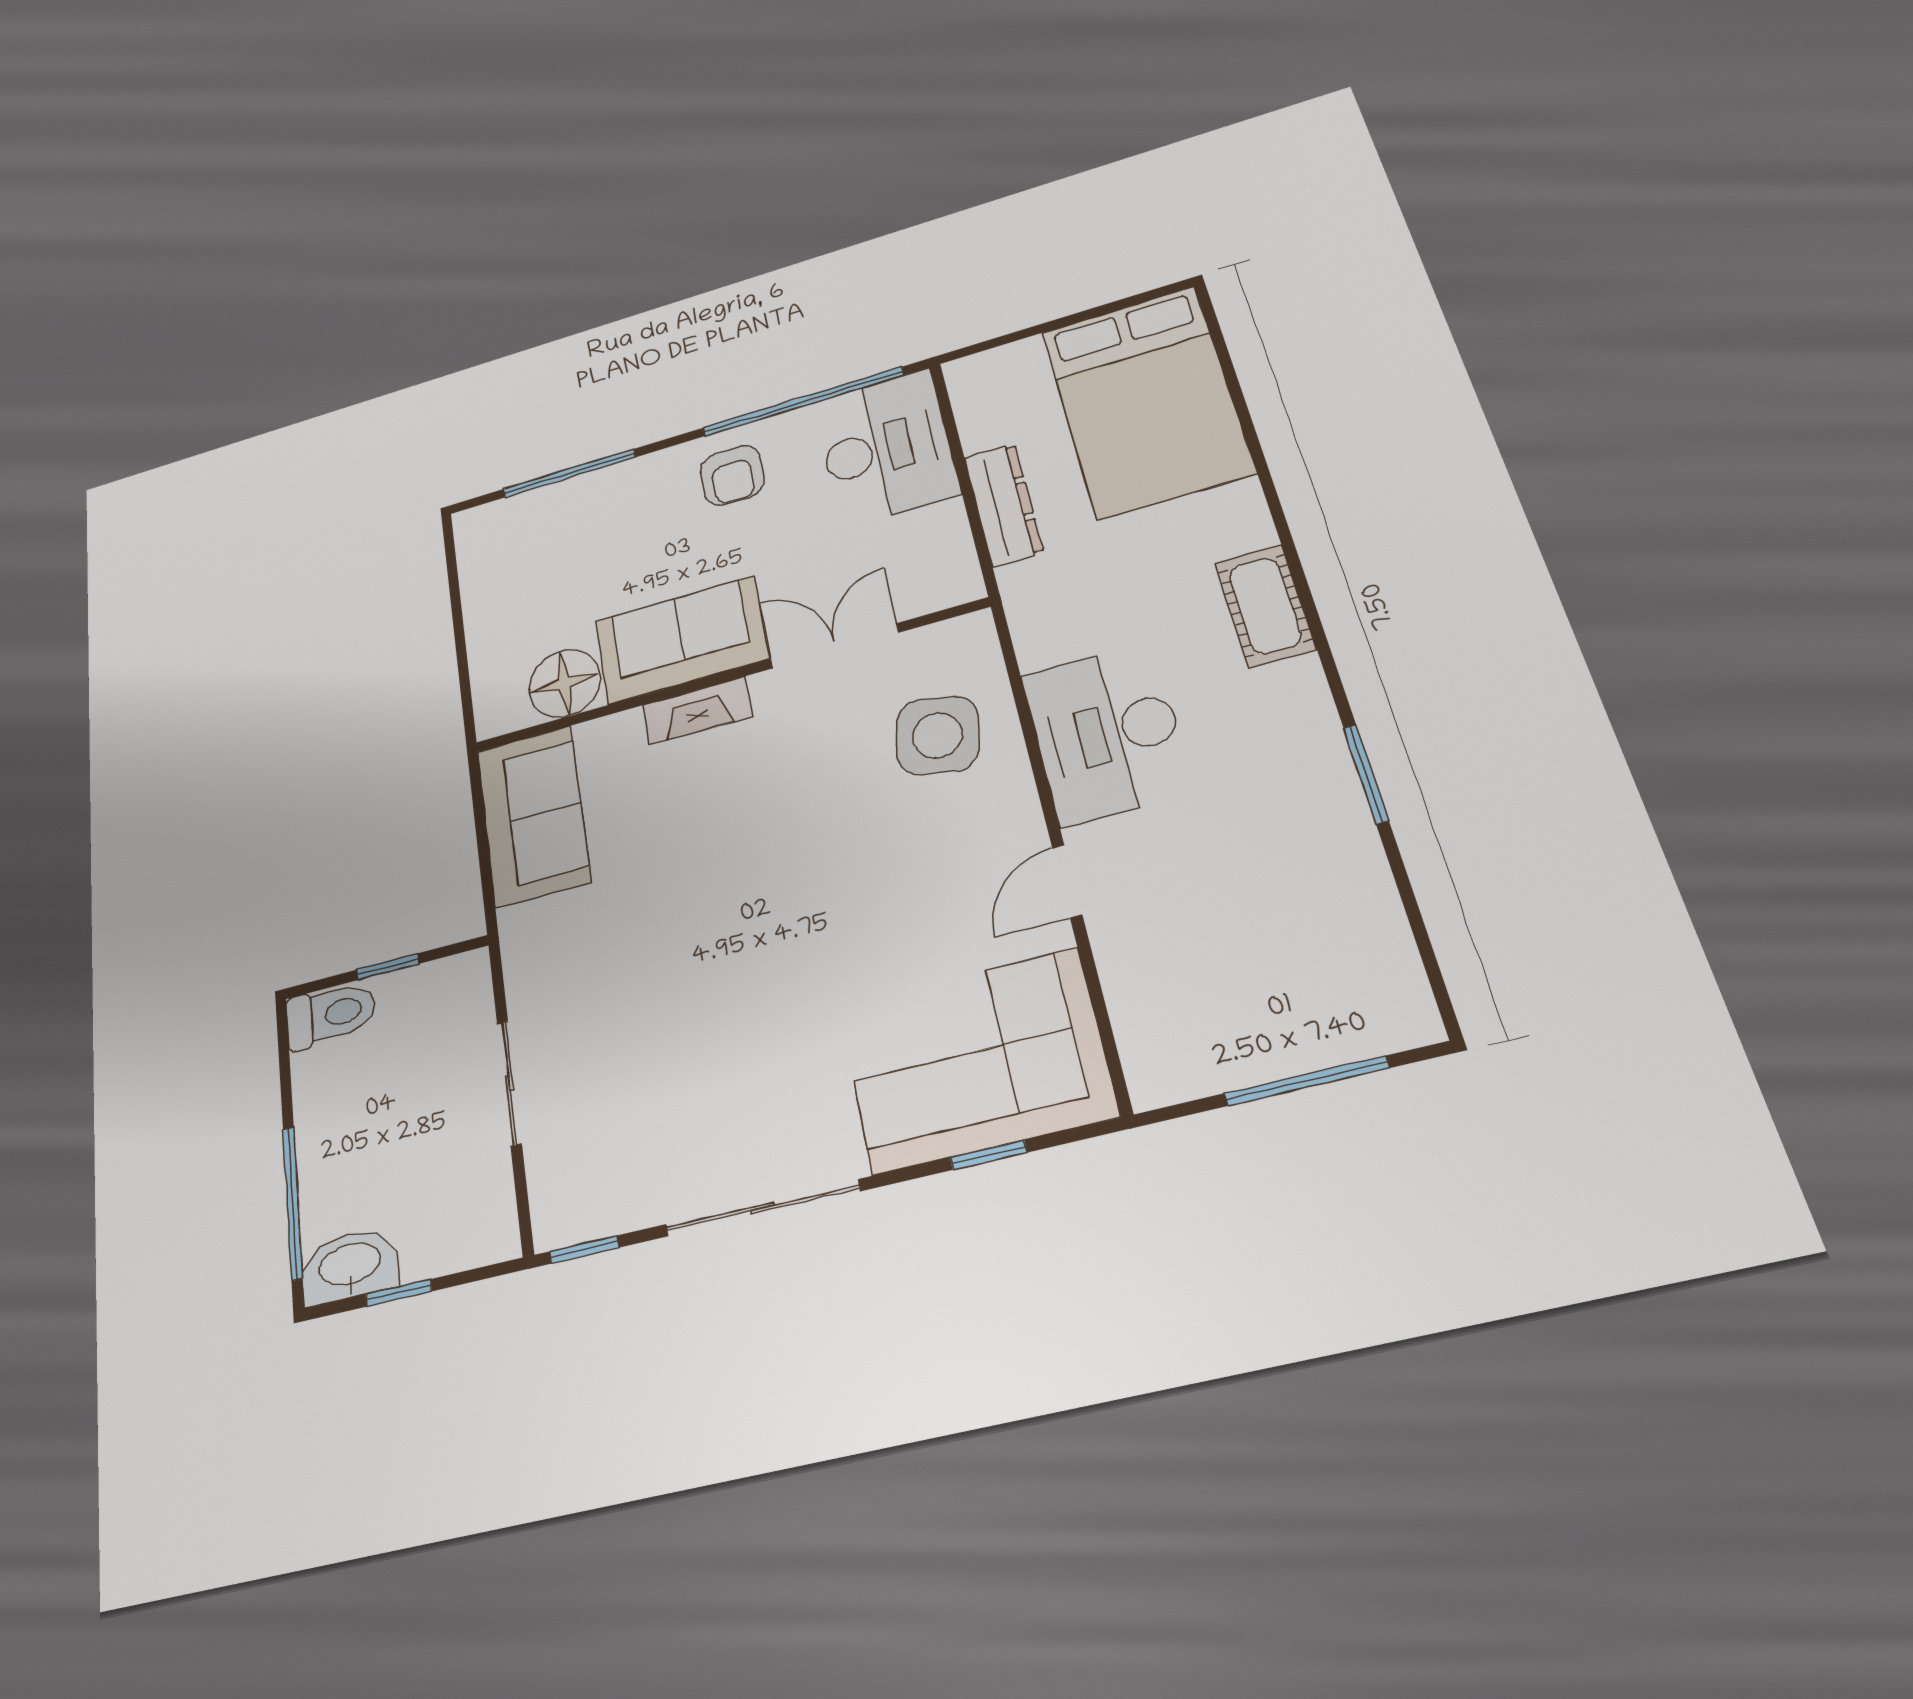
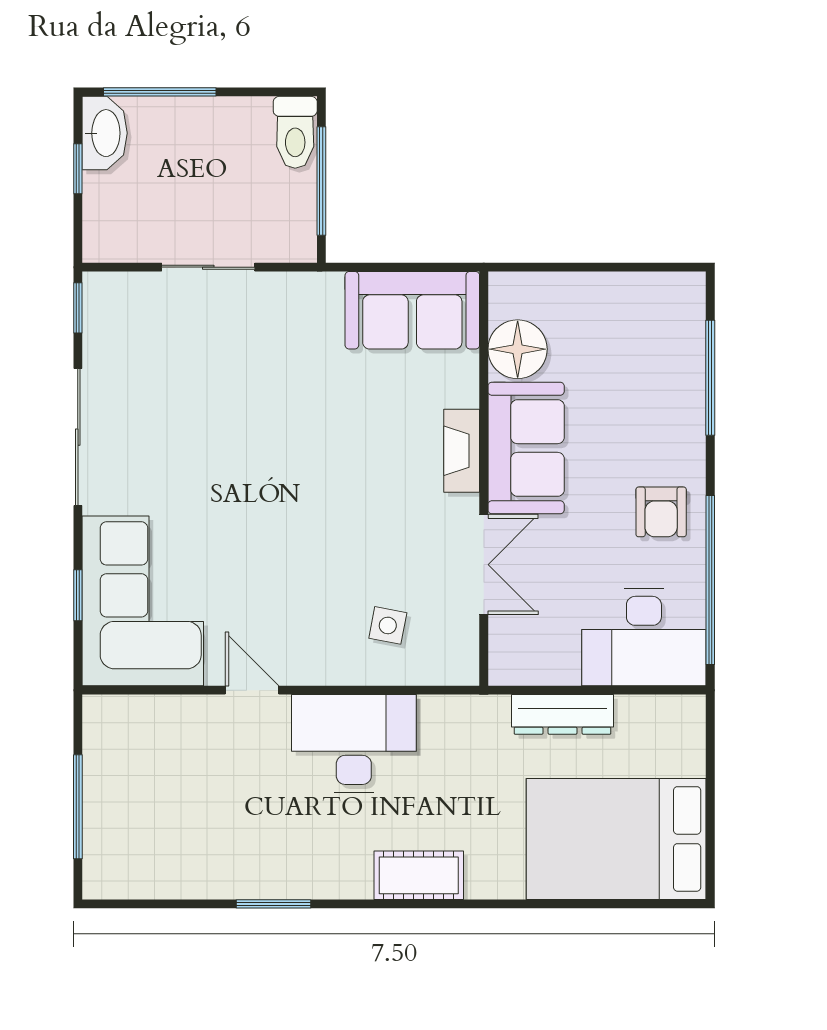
armchair: (732, 475) -> (661, 512), turned -90
side table: (938, 735) -> (388, 625), width x0.54, depth x0.54
window: (388, 967) -> (321, 181), width x2.17

